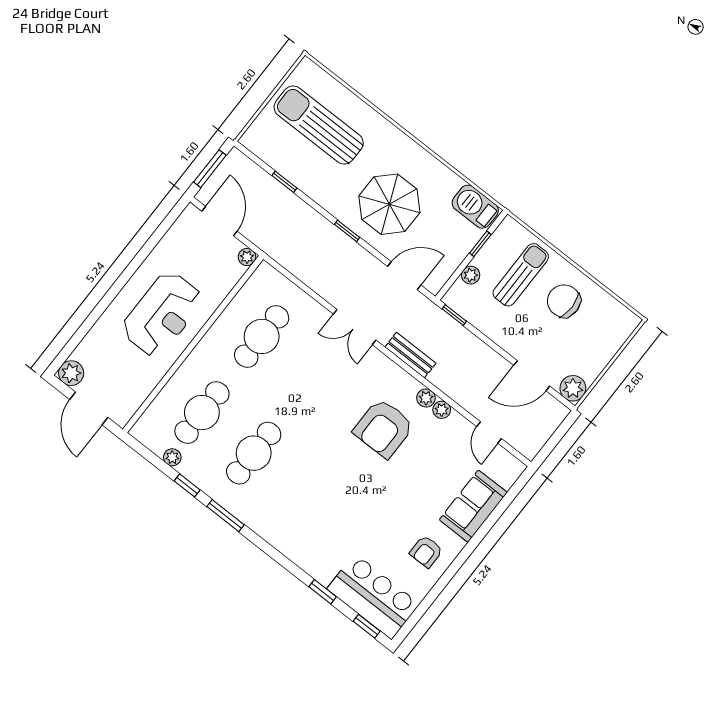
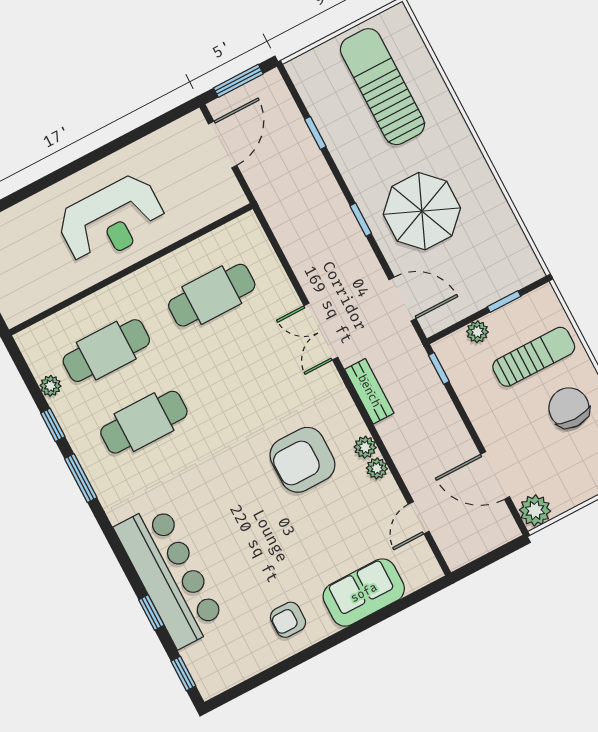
barbecue: (475, 207) -> (517, 257), removed
plant: (247, 257) -> (235, 199), removed
bar counter: (373, 596) -> (170, 576), moved, width x1.36

